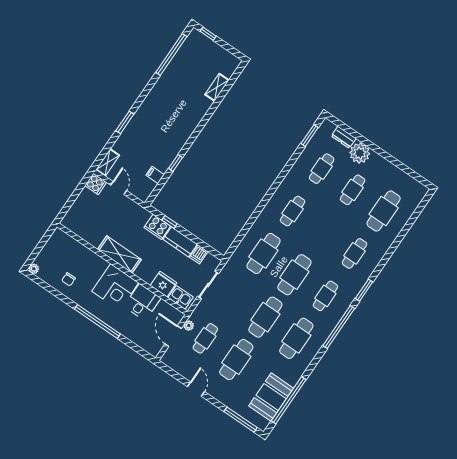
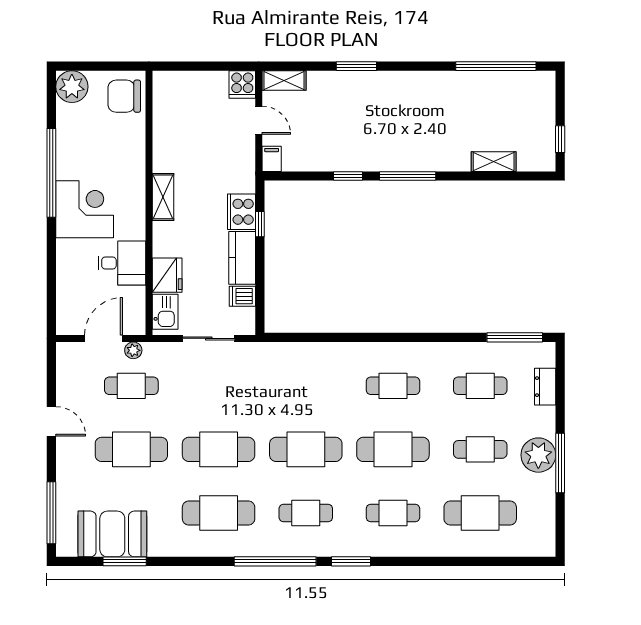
window: (208, 34) -> (560, 139), moved
window: (195, 134) -> (408, 176), added
window: (310, 136) -> (515, 337), width x1.44
plant: (360, 153) -> (538, 455), moved
window: (386, 155) -> (560, 463), added
filing cabinet: (155, 175) -> (272, 159), moved
door: (119, 188) -> (259, 120), hinge flipped
cafe table: (263, 253) -> (393, 449), moved
shelving: (119, 254) -> (163, 197), width x0.67, depth x0.75
plant: (34, 269) -> (72, 87), width x1.88, depth x1.88
chair: (69, 279) -> (124, 96), moved, width x1.87, depth x1.87
corner desk: (115, 287) -> (85, 209), moved, turned 180
window: (97, 322) -> (51, 173), moved
door: (196, 389) -> (51, 421), hinge flipped
window: (289, 400) -> (125, 561), width x0.47

